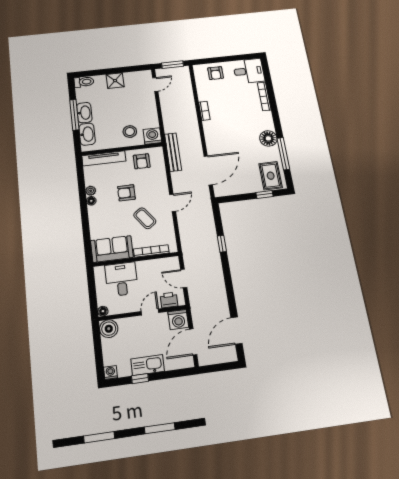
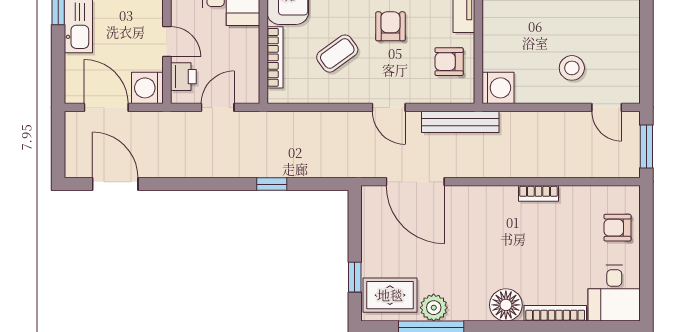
shower: (115, 81) -> (625, 31), removed
stool: (130, 132) -> (572, 68), moved
floor lamp: (268, 138) -> (506, 305), moved
plant: (273, 154) -> (434, 308), added
door: (173, 203) -> (389, 107), moved

